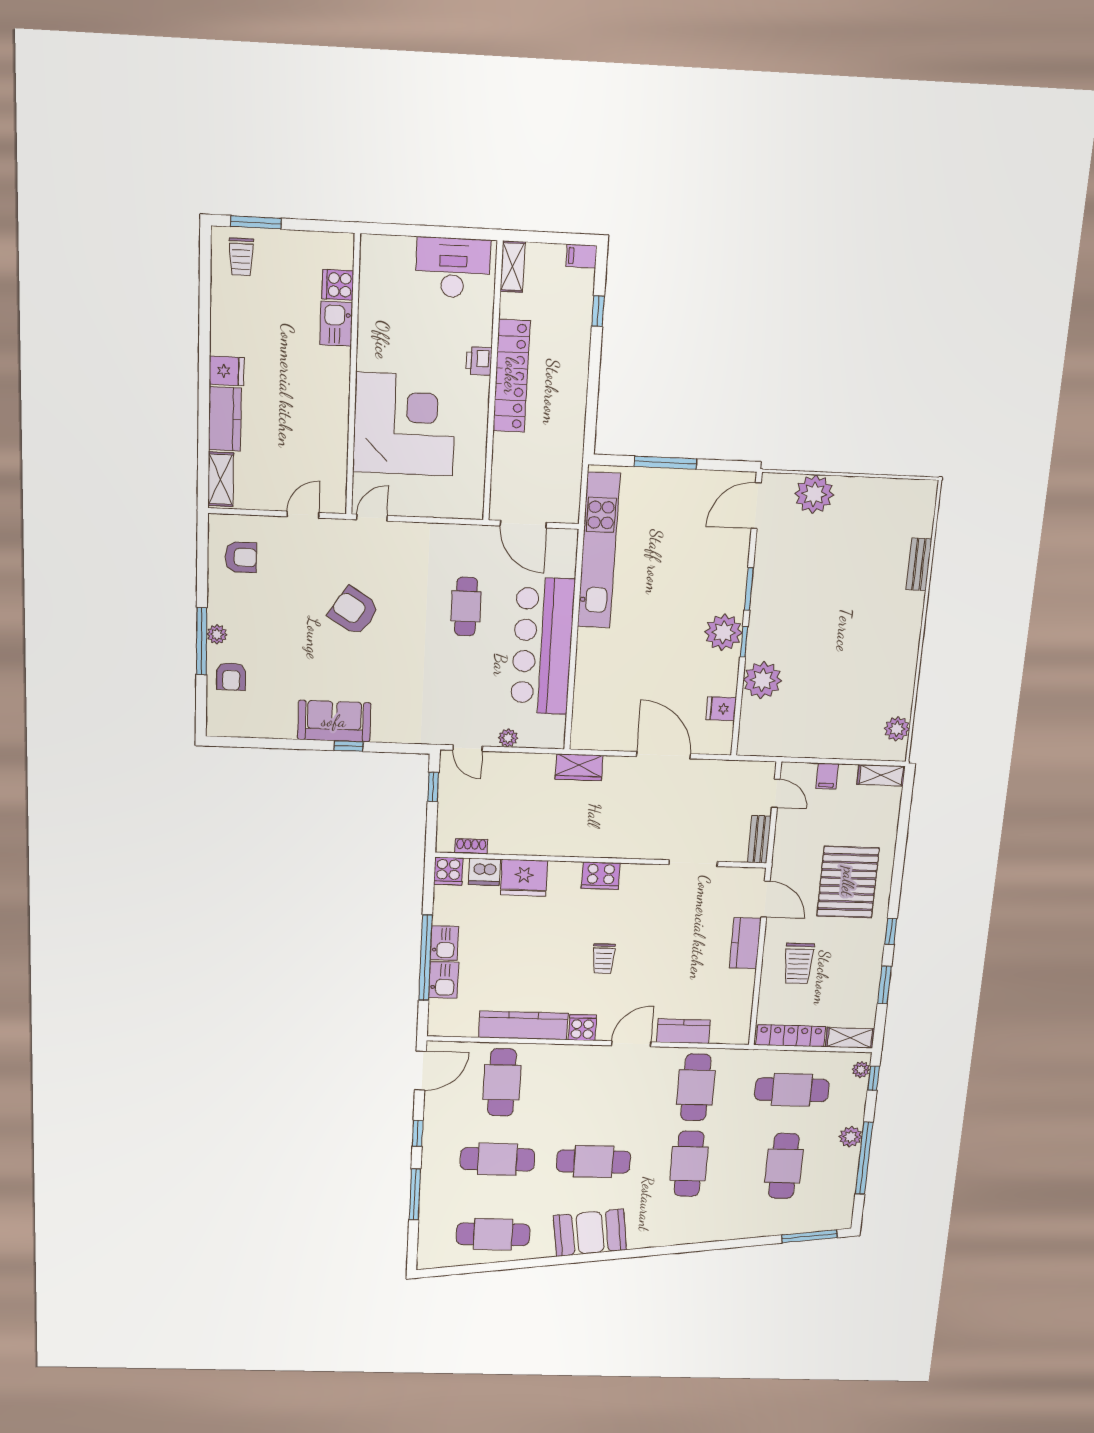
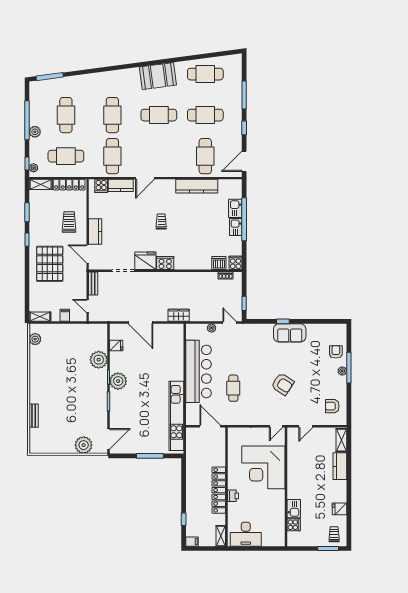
fridge: (227, 371) -> (340, 509), moved
fridge: (524, 878) -> (145, 261), moved
cooker: (582, 1028) -> (101, 186), moved

